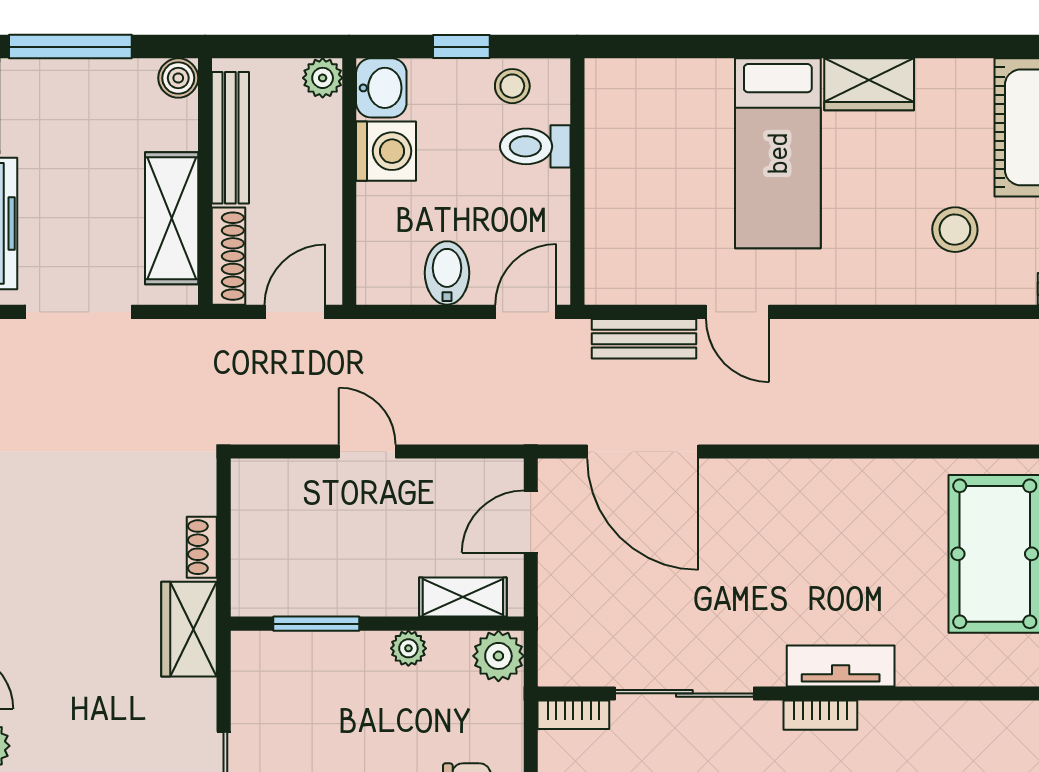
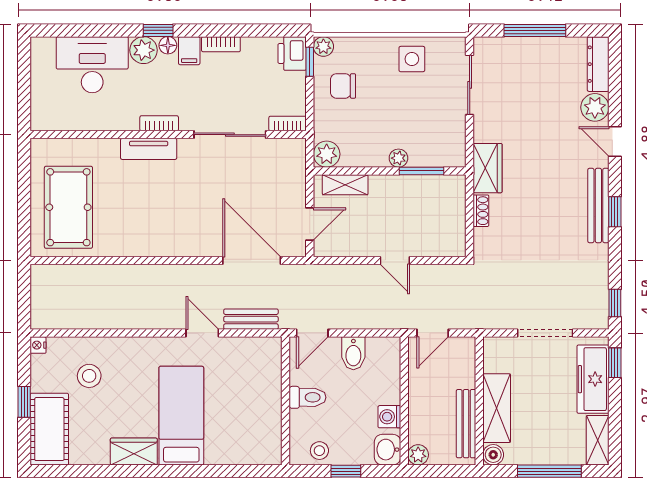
toilet: (535, 146) -> (307, 397), moved
washing machine: (386, 151) -> (389, 417), width x0.73, depth x0.73
shelving: (172, 218) -> (497, 408), moved
shoe rack: (229, 256) -> (467, 362), removed
plant: (408, 648) -> (398, 158), moved

